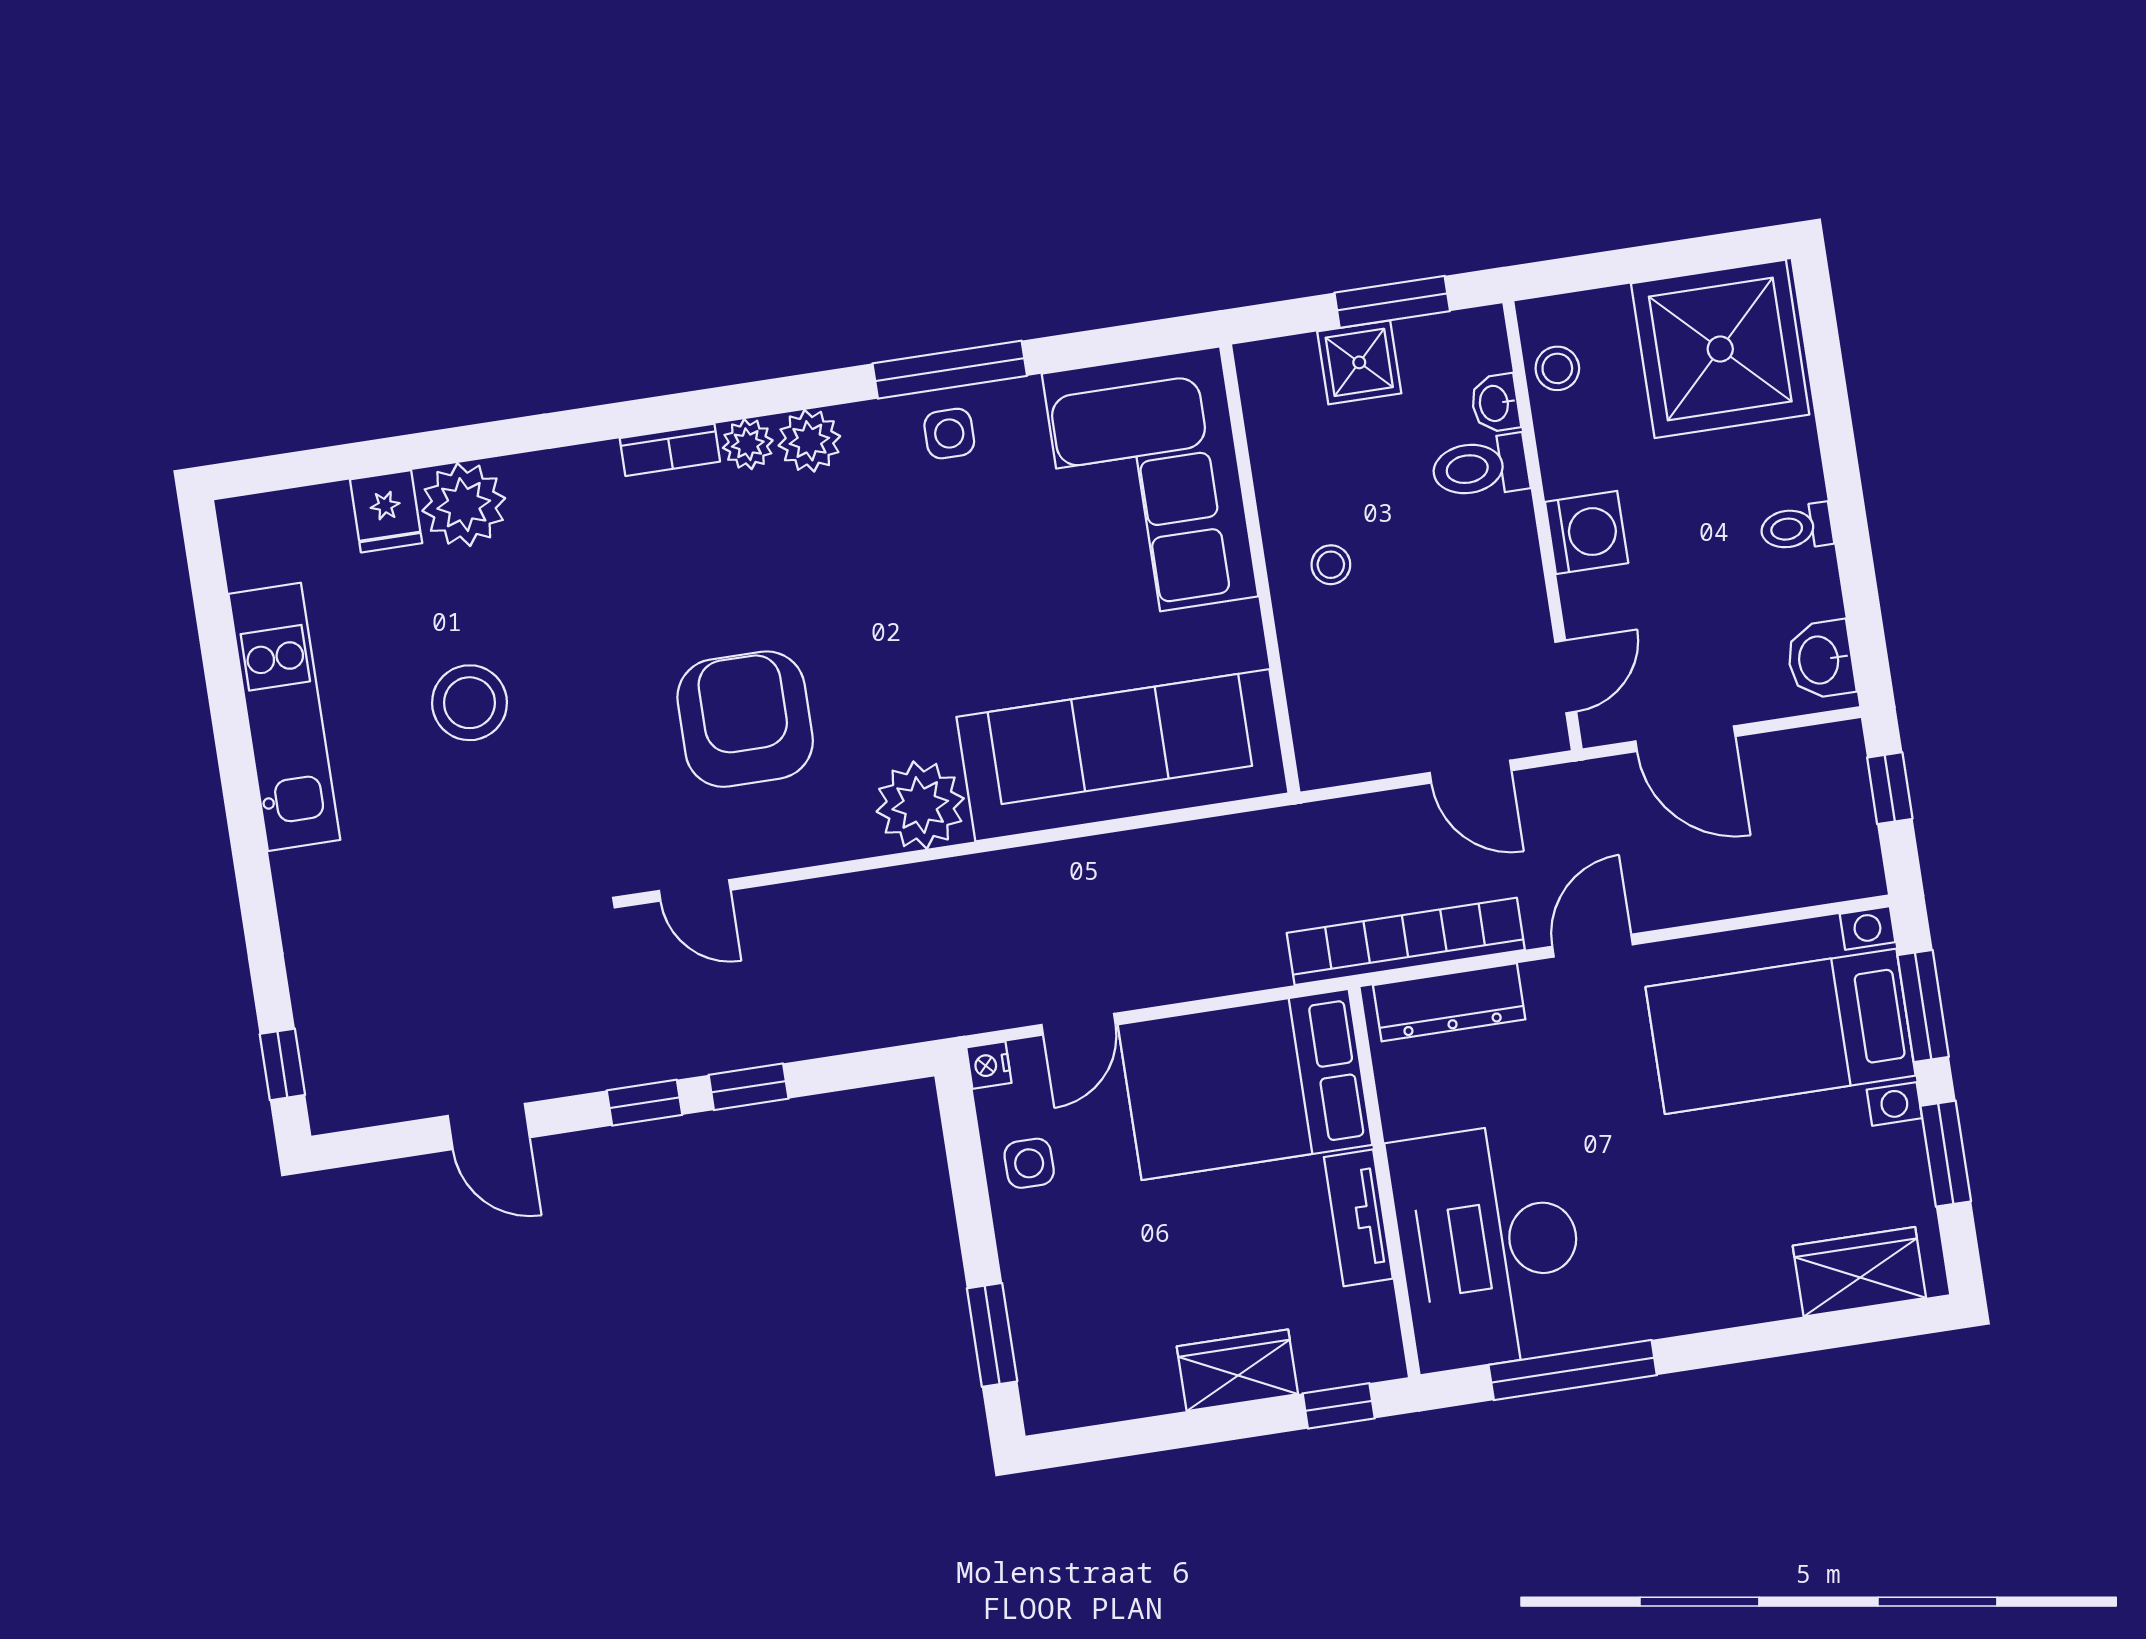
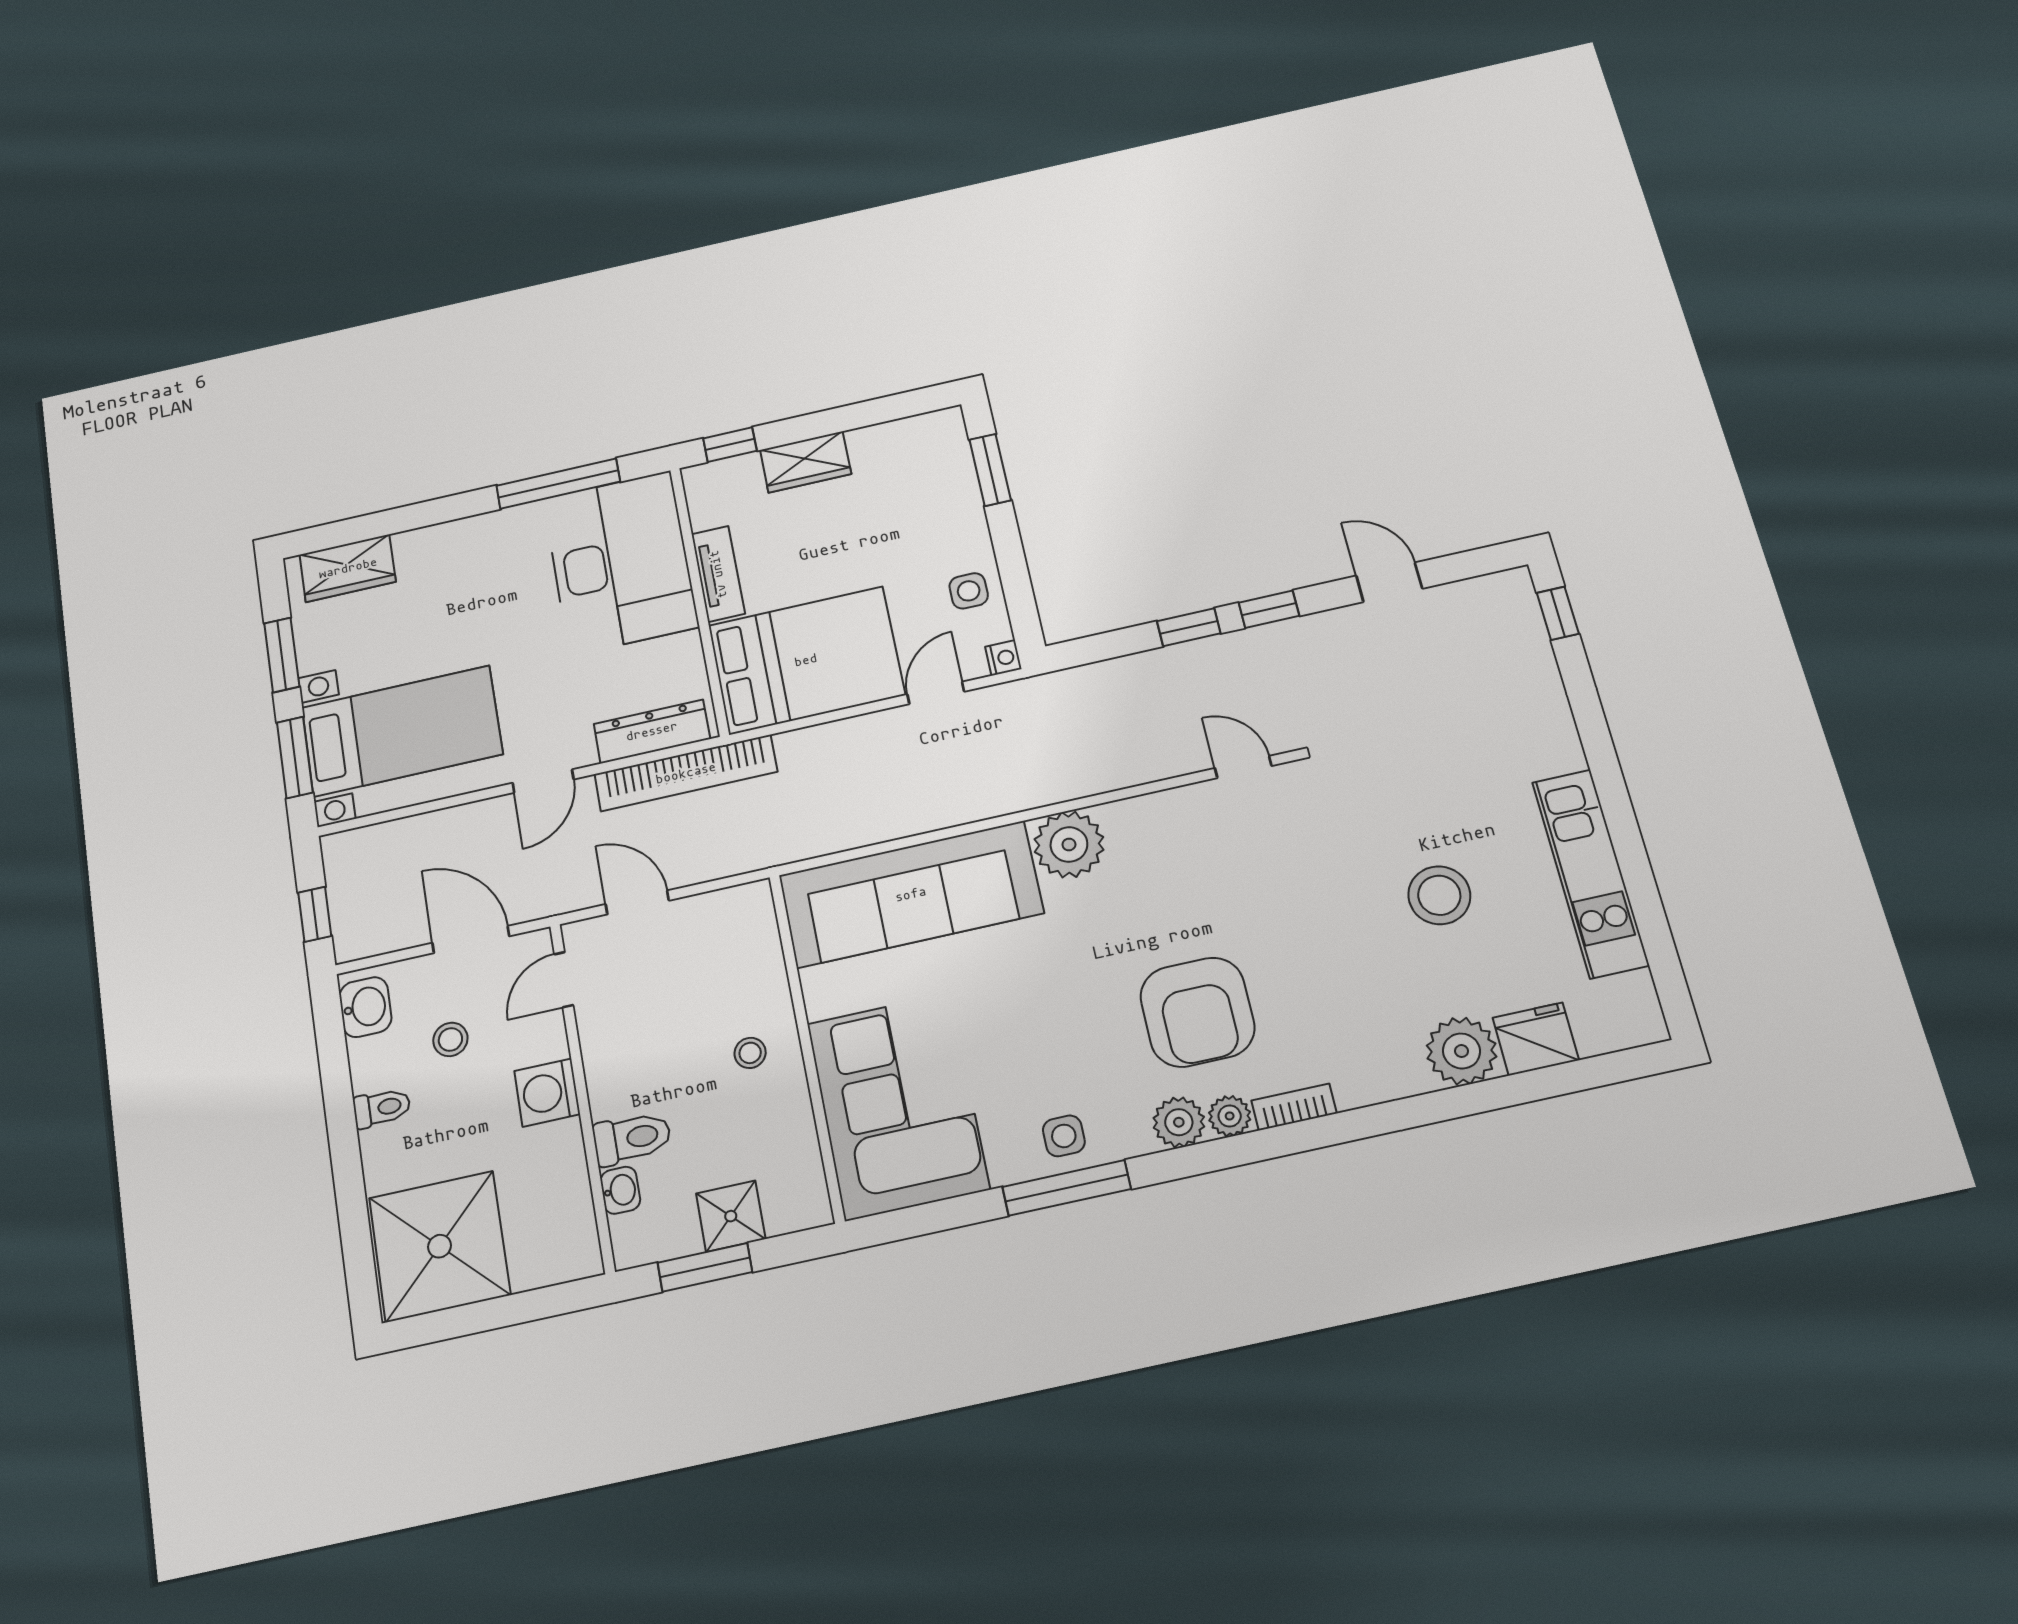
stool: (1557, 368) -> (450, 1039), moved
fridge: (386, 511) -> (1536, 1039), width x1.38
armchair: (745, 719) -> (1197, 1012), moved

